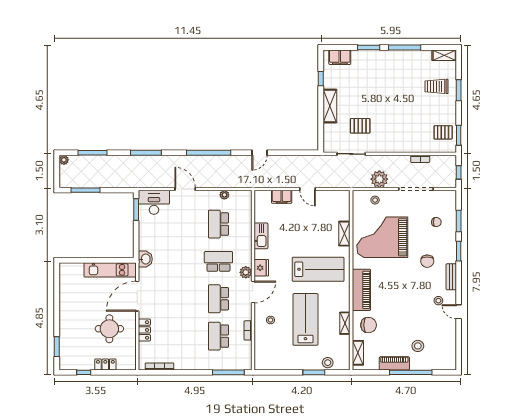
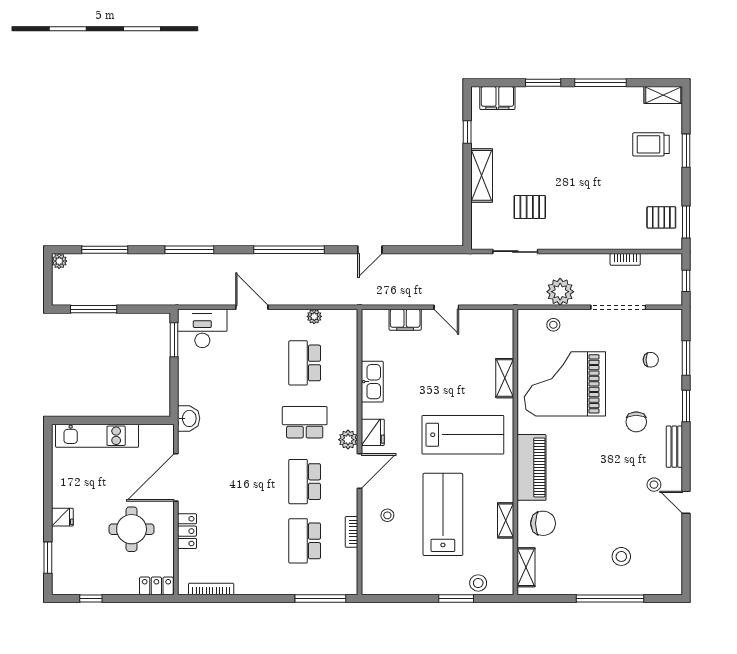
kitchen unit: (110, 270) -> (97, 436), moved
fridge: (66, 321) -> (62, 517), added
piano: (394, 363) -> (584, 584), removed
locker: (105, 364) -> (156, 586), moved

